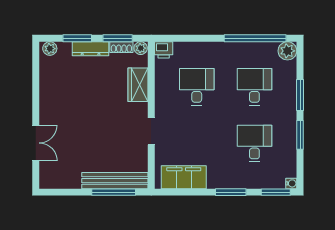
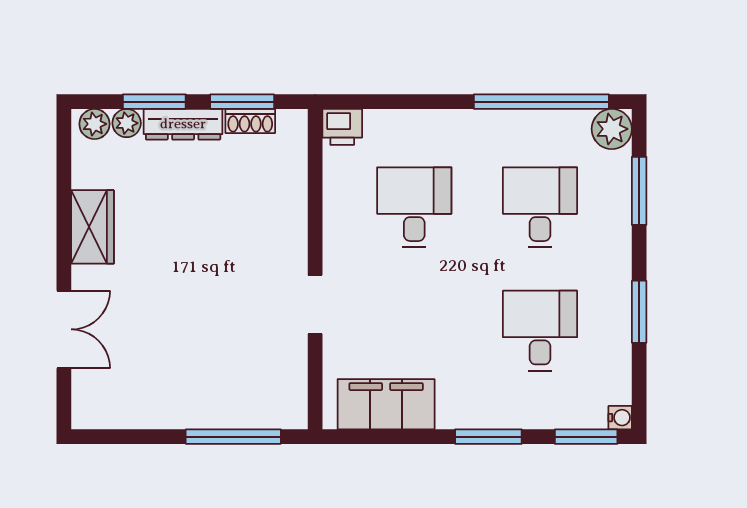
plant: (141, 48) -> (127, 123), moved
wardrobe: (138, 85) -> (92, 227), moved, turned 180
window: (300, 95) -> (639, 191), moved
bench: (115, 181) -> (236, 411), removed

